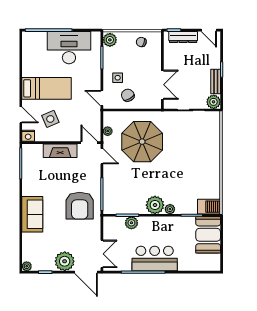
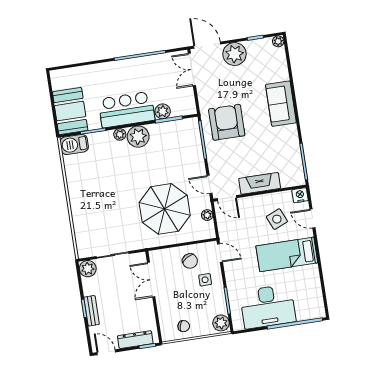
bench: (216, 82) -> (92, 311), moved
bar counter: (155, 259) -> (127, 110), moved, turned 180

